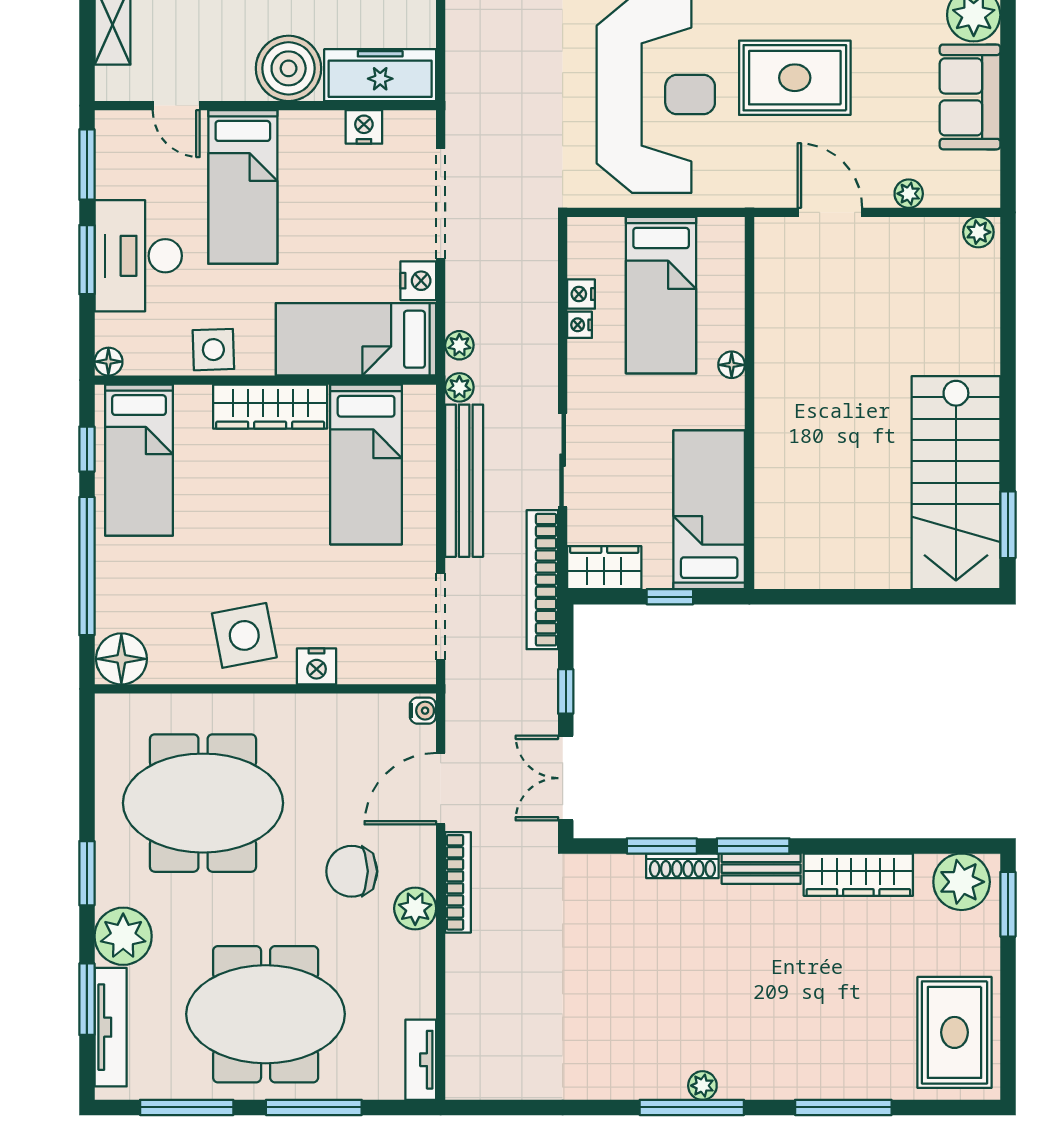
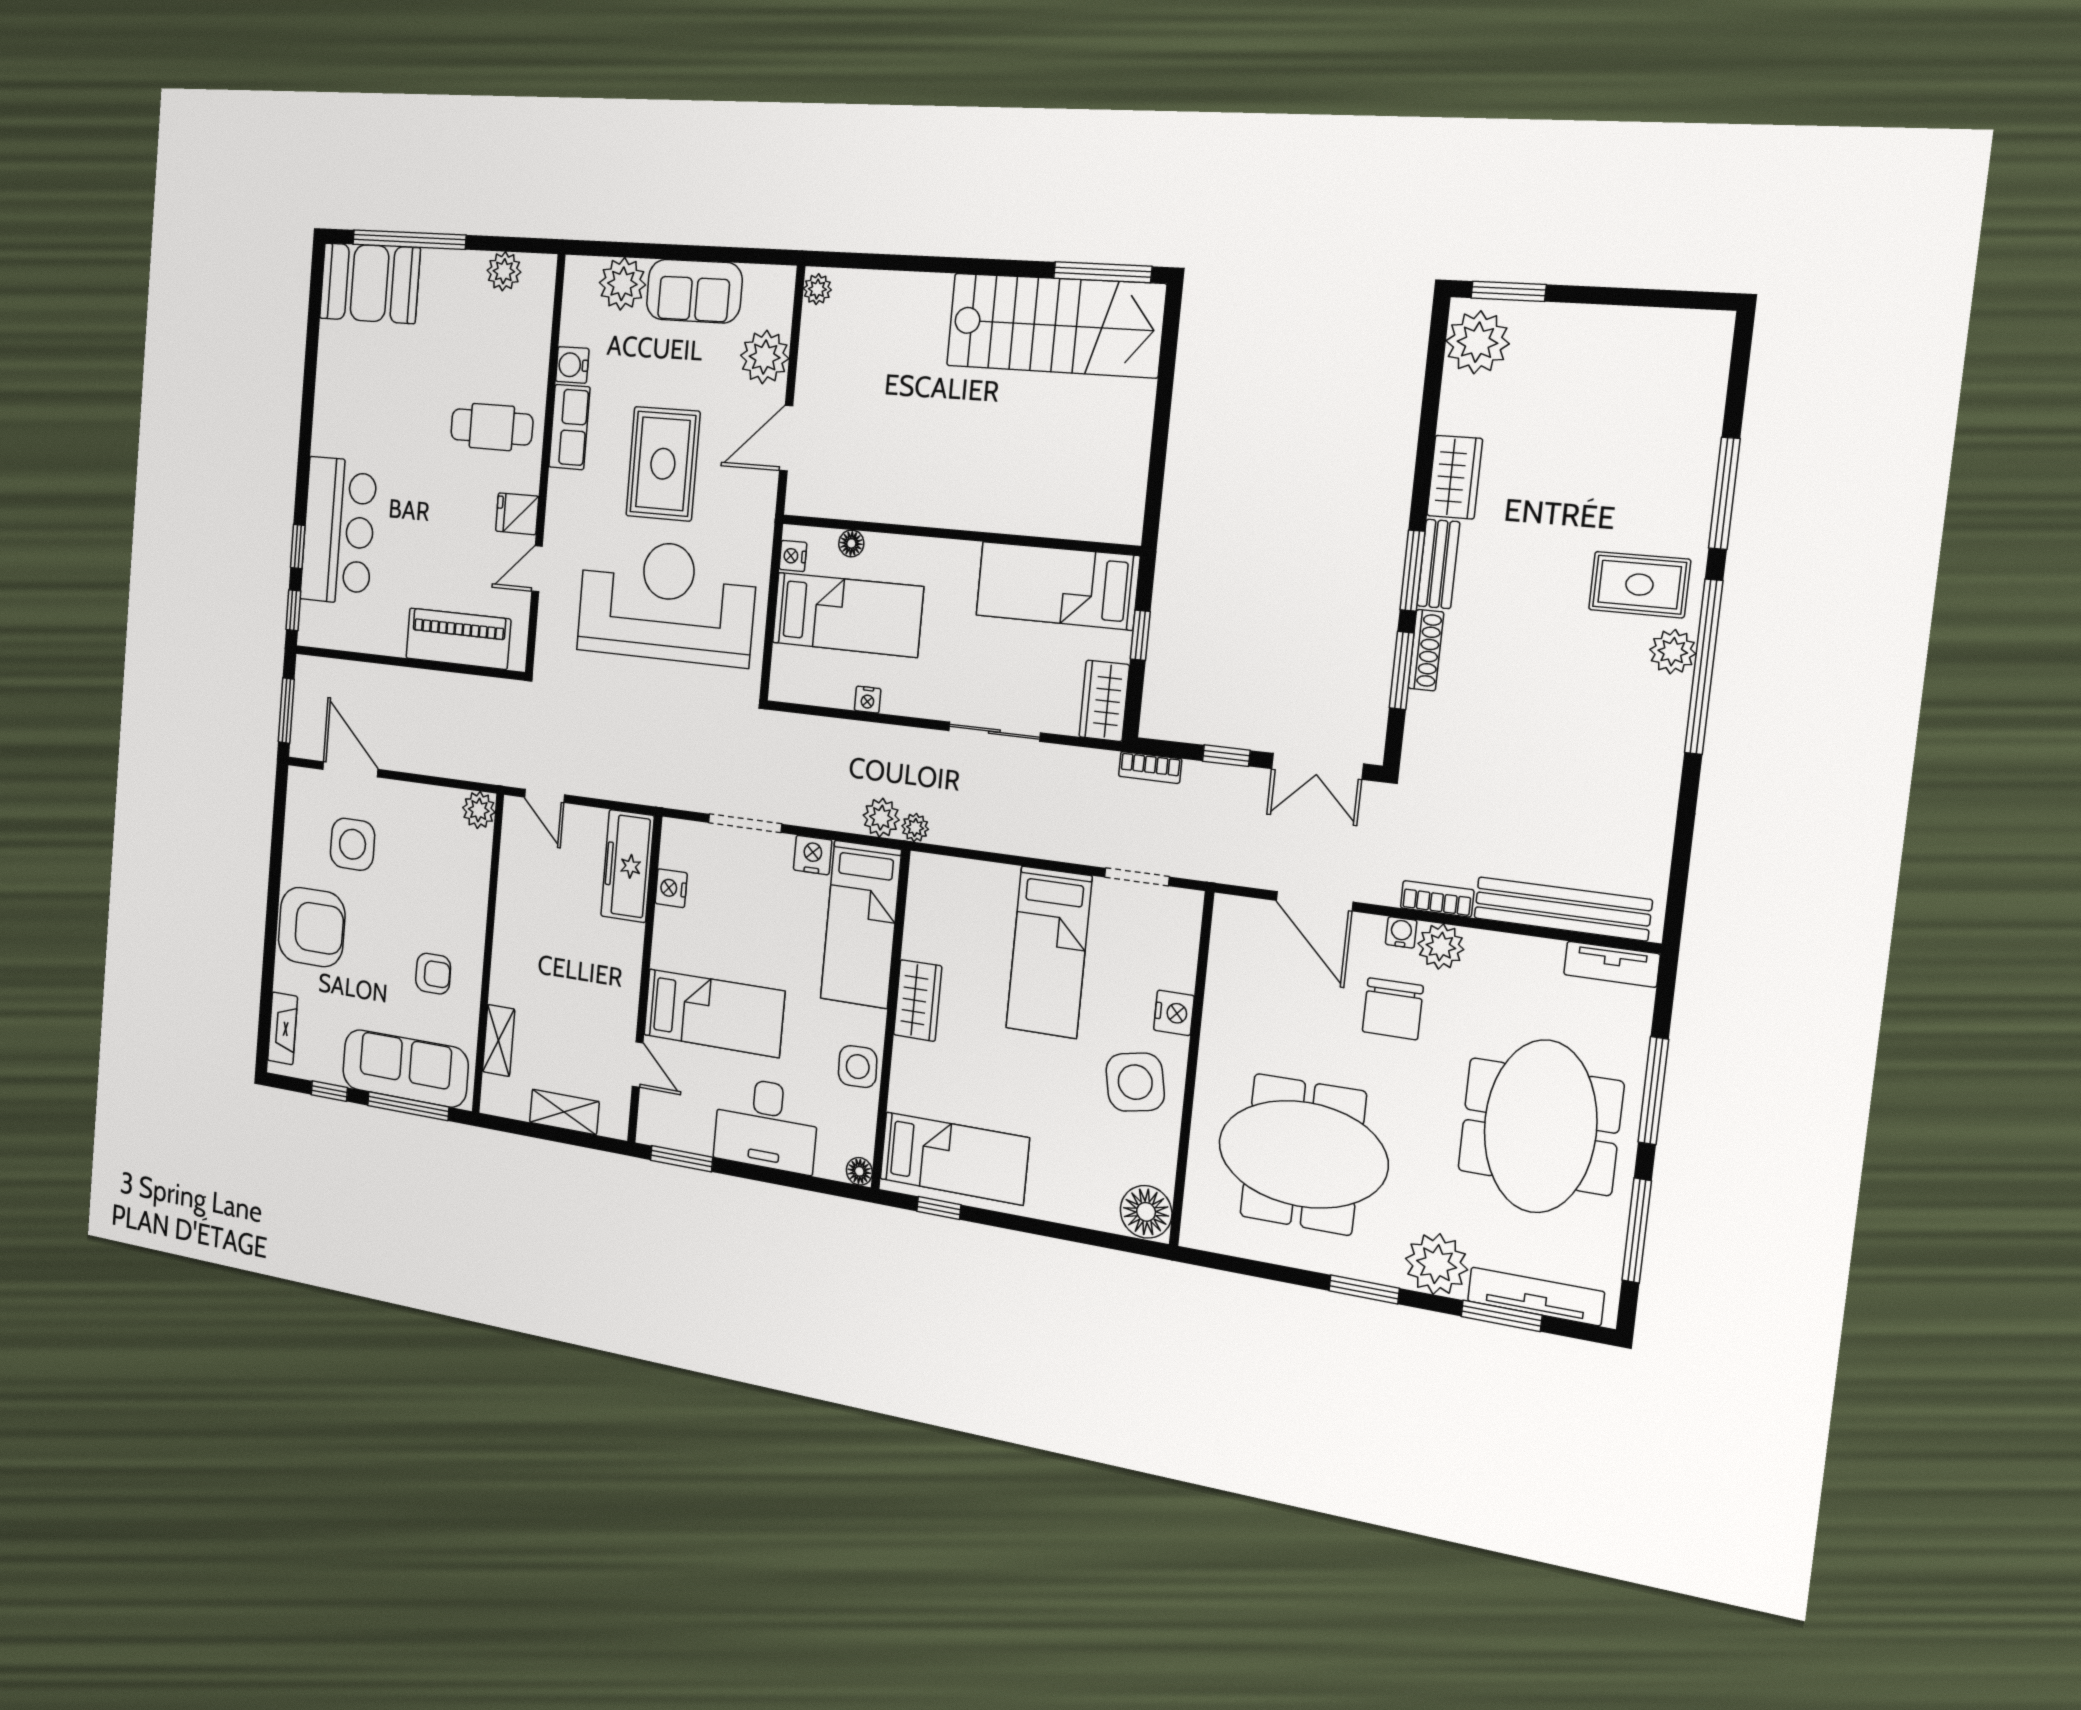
boiler: (289, 68) -> (615, 952), removed
door: (176, 106) -> (638, 1065), hinge flipped
plant: (909, 194) -> (765, 357), width x1.88, depth x1.88
doorway: (441, 204) -> (745, 823), width x0.73
window: (87, 260) -> (765, 1175), removed
nightstand: (581, 294) -> (793, 556), moved, turned 90
plant: (459, 345) -> (881, 818), width x1.38, depth x1.38
floor lamp: (732, 365) -> (851, 543), moved
wardrobe: (270, 407) -> (918, 1000), width x0.67
bed: (366, 464) -> (1049, 952), moved, turned 90
bench: (464, 481) -> (1562, 909), moved
window: (1008, 525) -> (1103, 272), width x1.44
window: (87, 566) -> (1051, 1229), removed
bookcase: (542, 580) -> (1150, 768), width x0.43, depth x0.76
doorway: (441, 617) -> (1137, 877), width x0.73
water cooler: (423, 711) -> (1401, 932), moved
meeting table: (203, 803) -> (1303, 1154), turned 90
wardrobe: (858, 875) -> (1455, 477), width x0.67
bookcase: (458, 882) -> (1437, 899), width x0.64
rug: (955, 1032) -> (1639, 585), moved, width x0.73, depth x0.70
plant: (702, 1086) -> (1673, 652), width x1.38, depth x1.38
window: (692, 1107) -> (1704, 667), width x1.46

